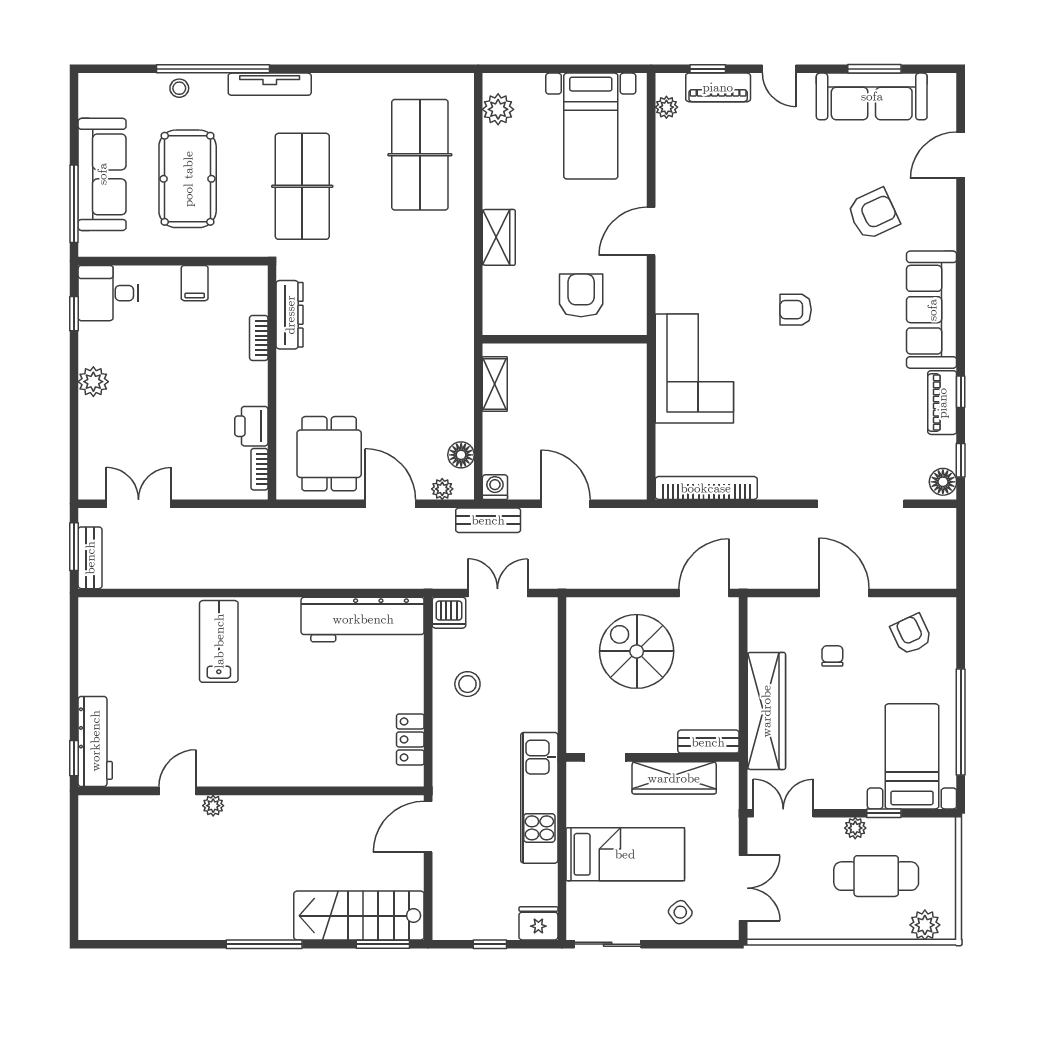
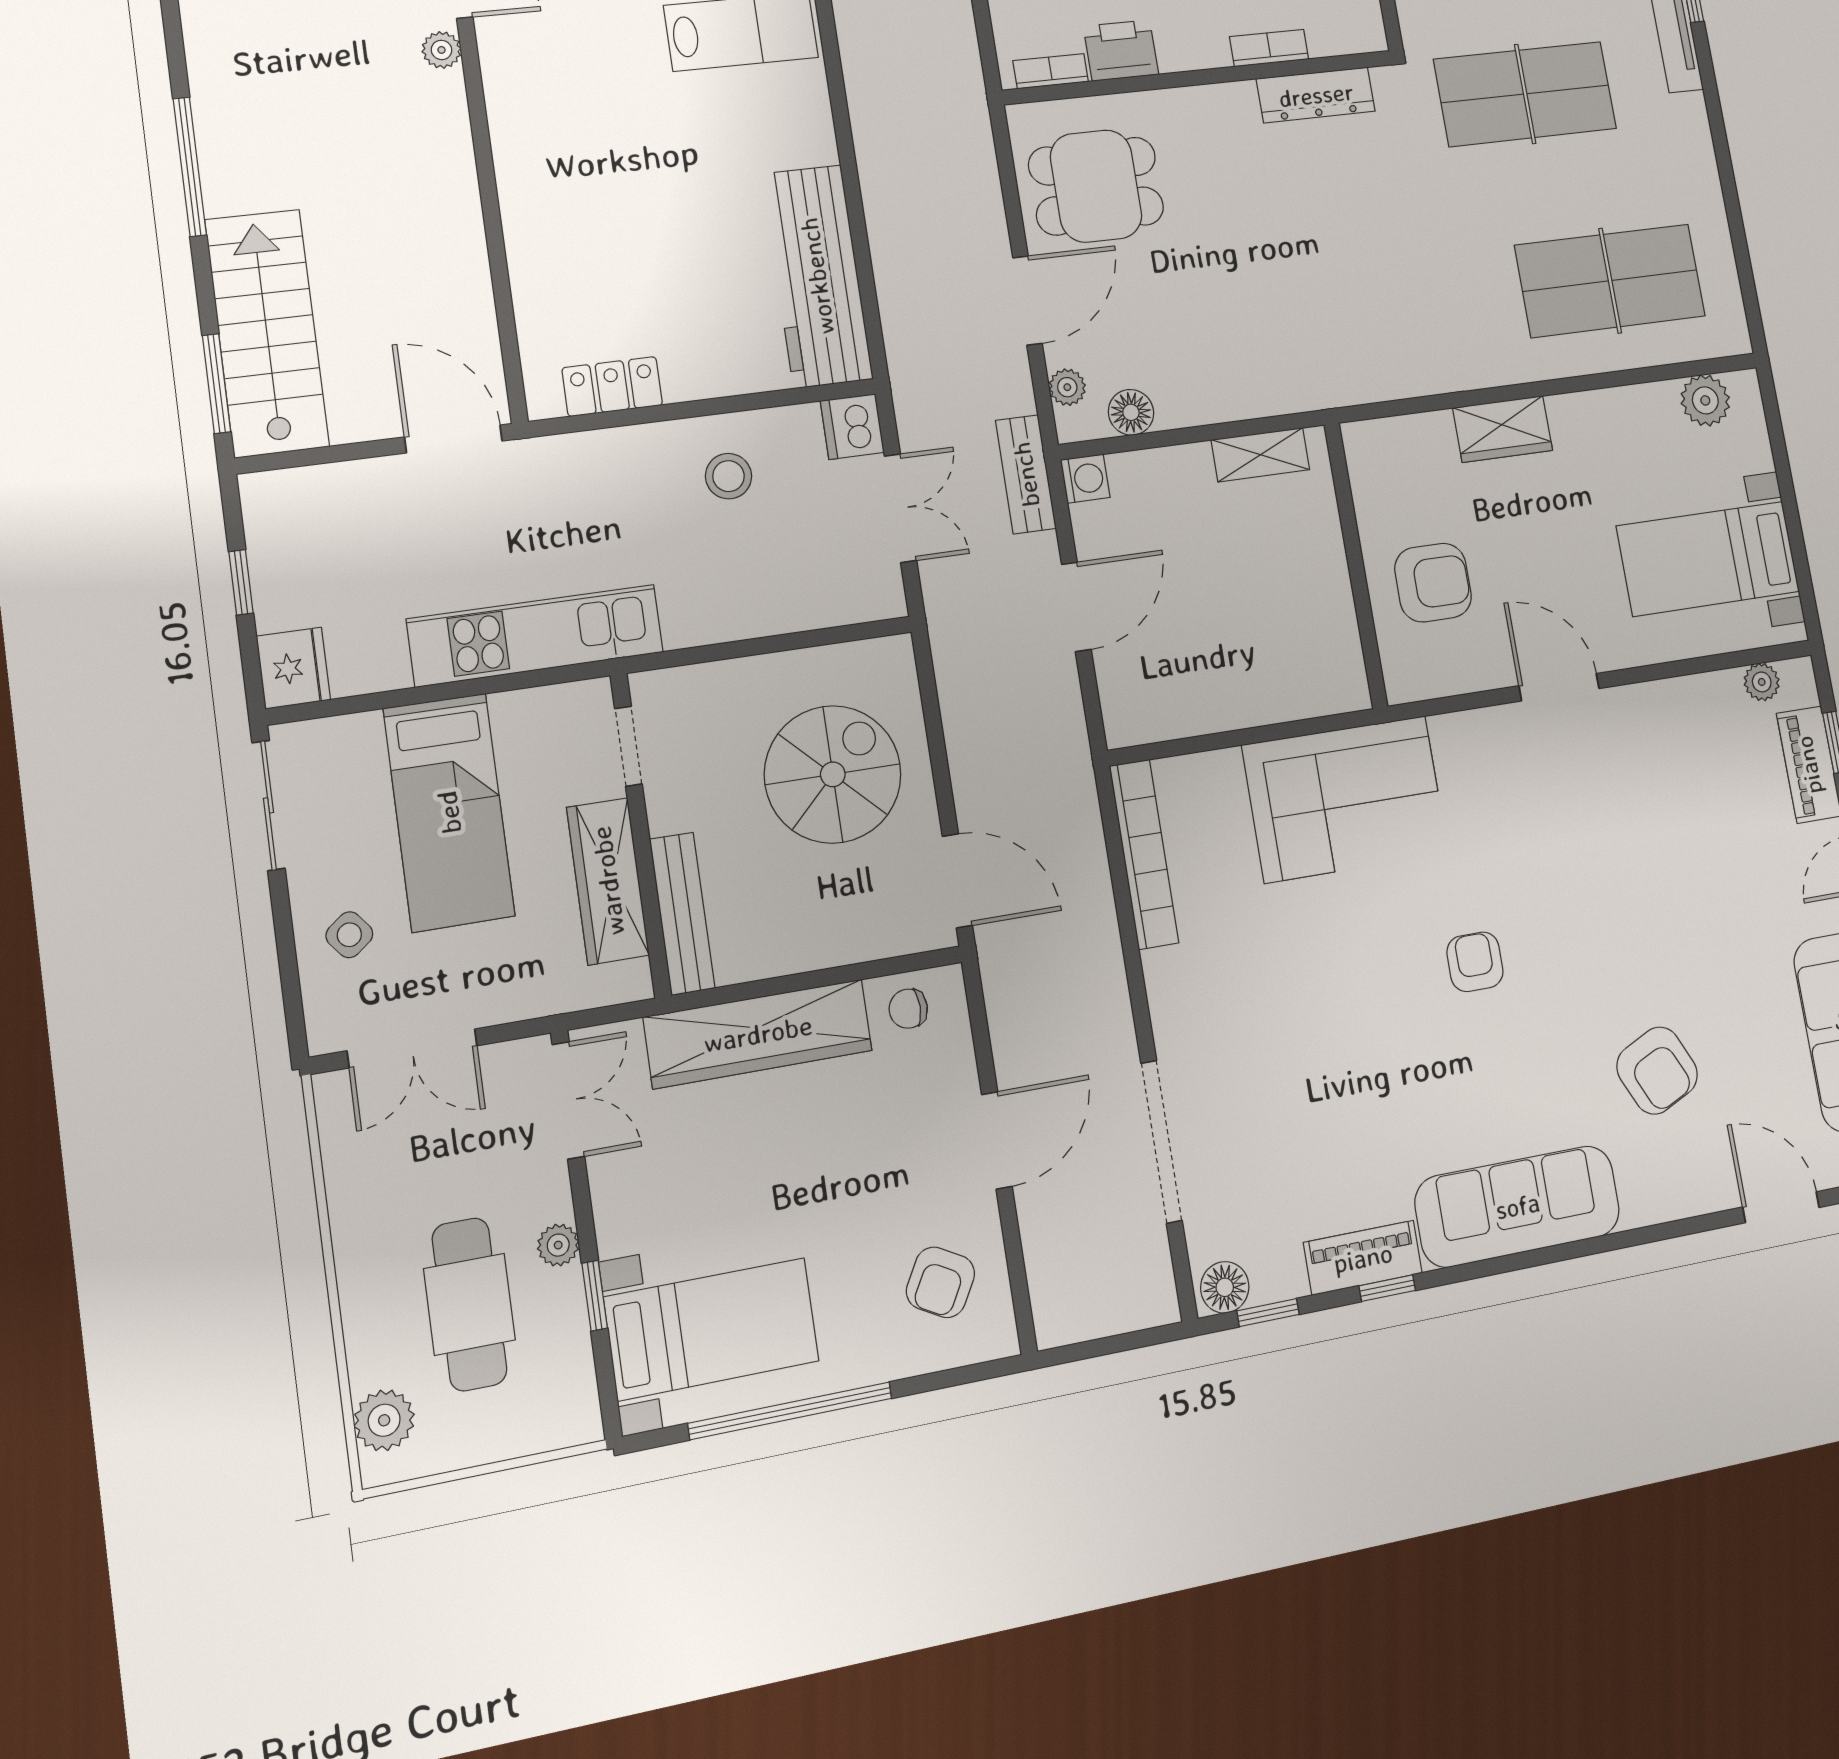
armchair: (911, 634) -> (940, 1282), turned 144
chair: (832, 656) -> (908, 1009), moved, turned 180
bench: (708, 742) -> (682, 914), width x1.36

